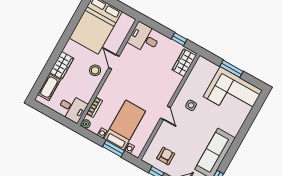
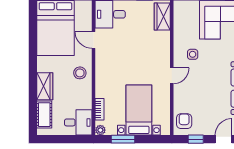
door: (114, 62) -> (94, 40), moved
door: (165, 113) -> (172, 76), hinge flipped
window: (113, 149) -> (123, 139), moved
armchair: (166, 156) -> (184, 121), moved

